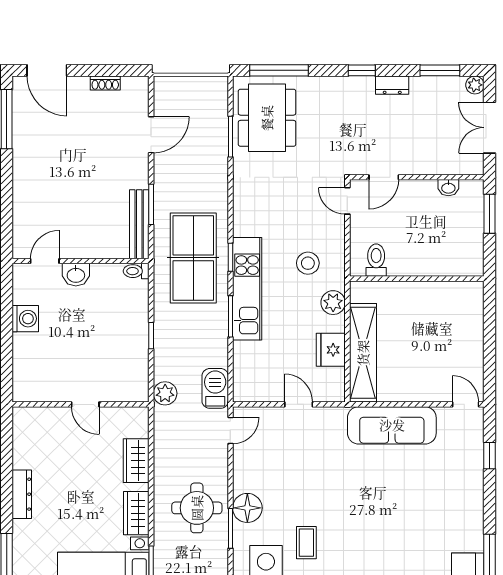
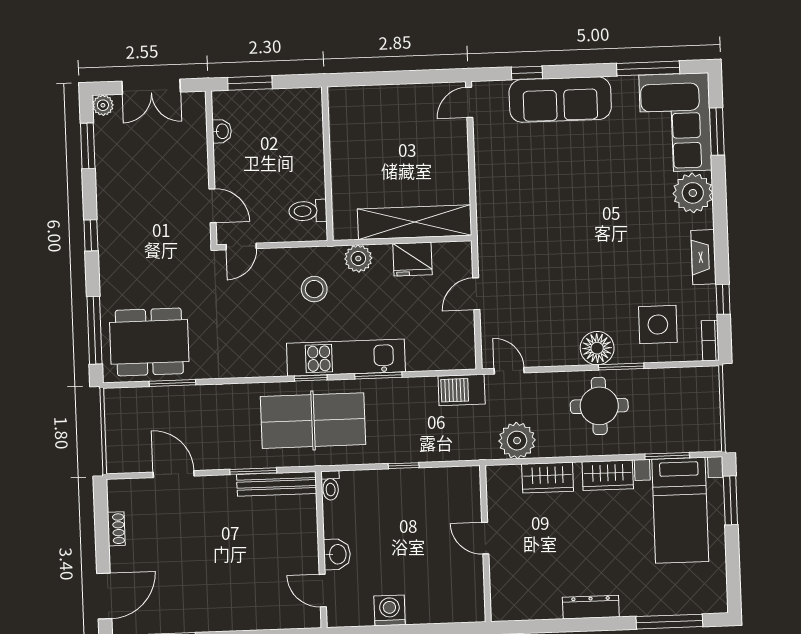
dresser: (392, 85) -> (107, 200), removed
plant: (165, 393) -> (517, 441), moved, width x1.36, depth x1.36
door: (85, 404) -> (485, 538), swing flipped
sofa: (392, 425) -> (560, 100), moved, turned 90
coffee table: (306, 543) -> (634, 279), removed

